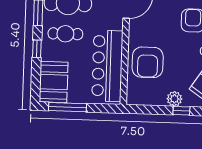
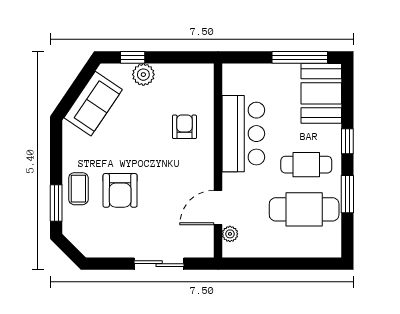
armchair: (148, 62) -> (184, 127), width x0.53, depth x0.53
bar counter: (107, 66) -> (243, 134), width x0.73

